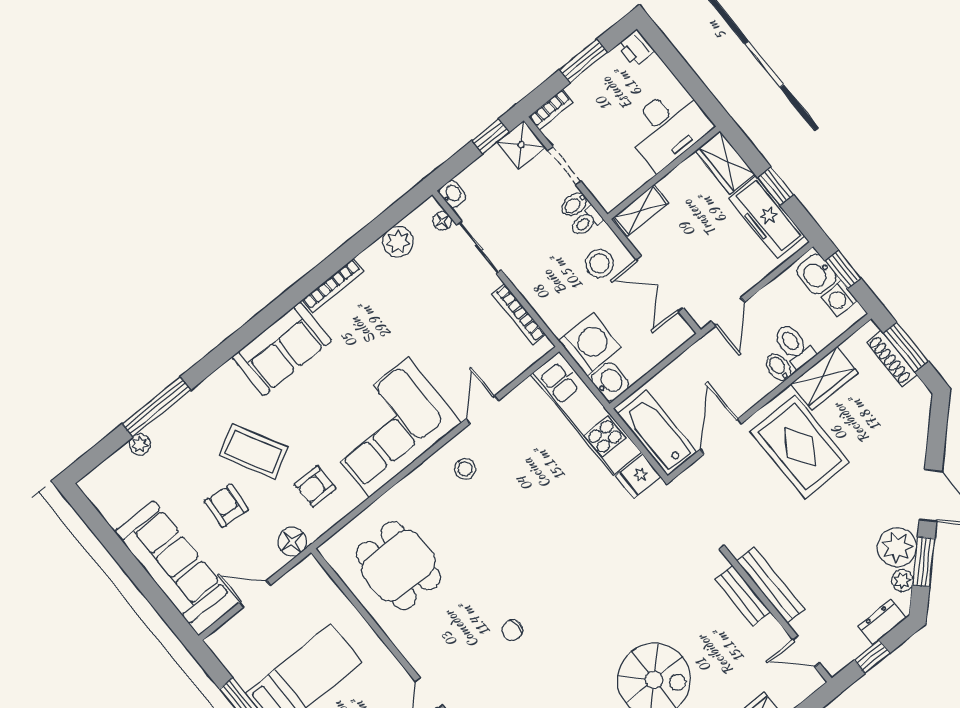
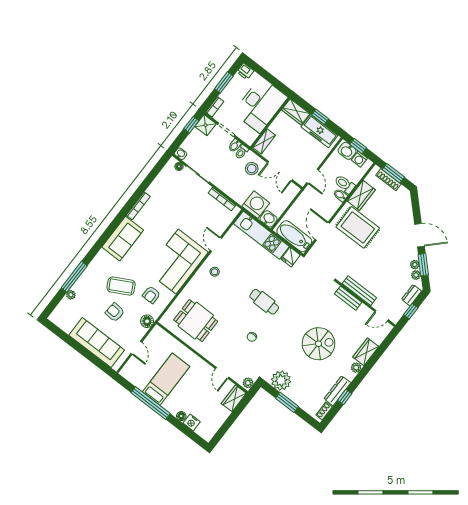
desk: (668, 127) -> (260, 105), width x1.36, depth x1.30
plant: (398, 242) -> (162, 180), removed
plant: (897, 547) -> (415, 265), width x0.53, depth x0.53
cafe table: (558, 560) -> (264, 302), added
door: (255, 594) -> (136, 348), swing flipped

